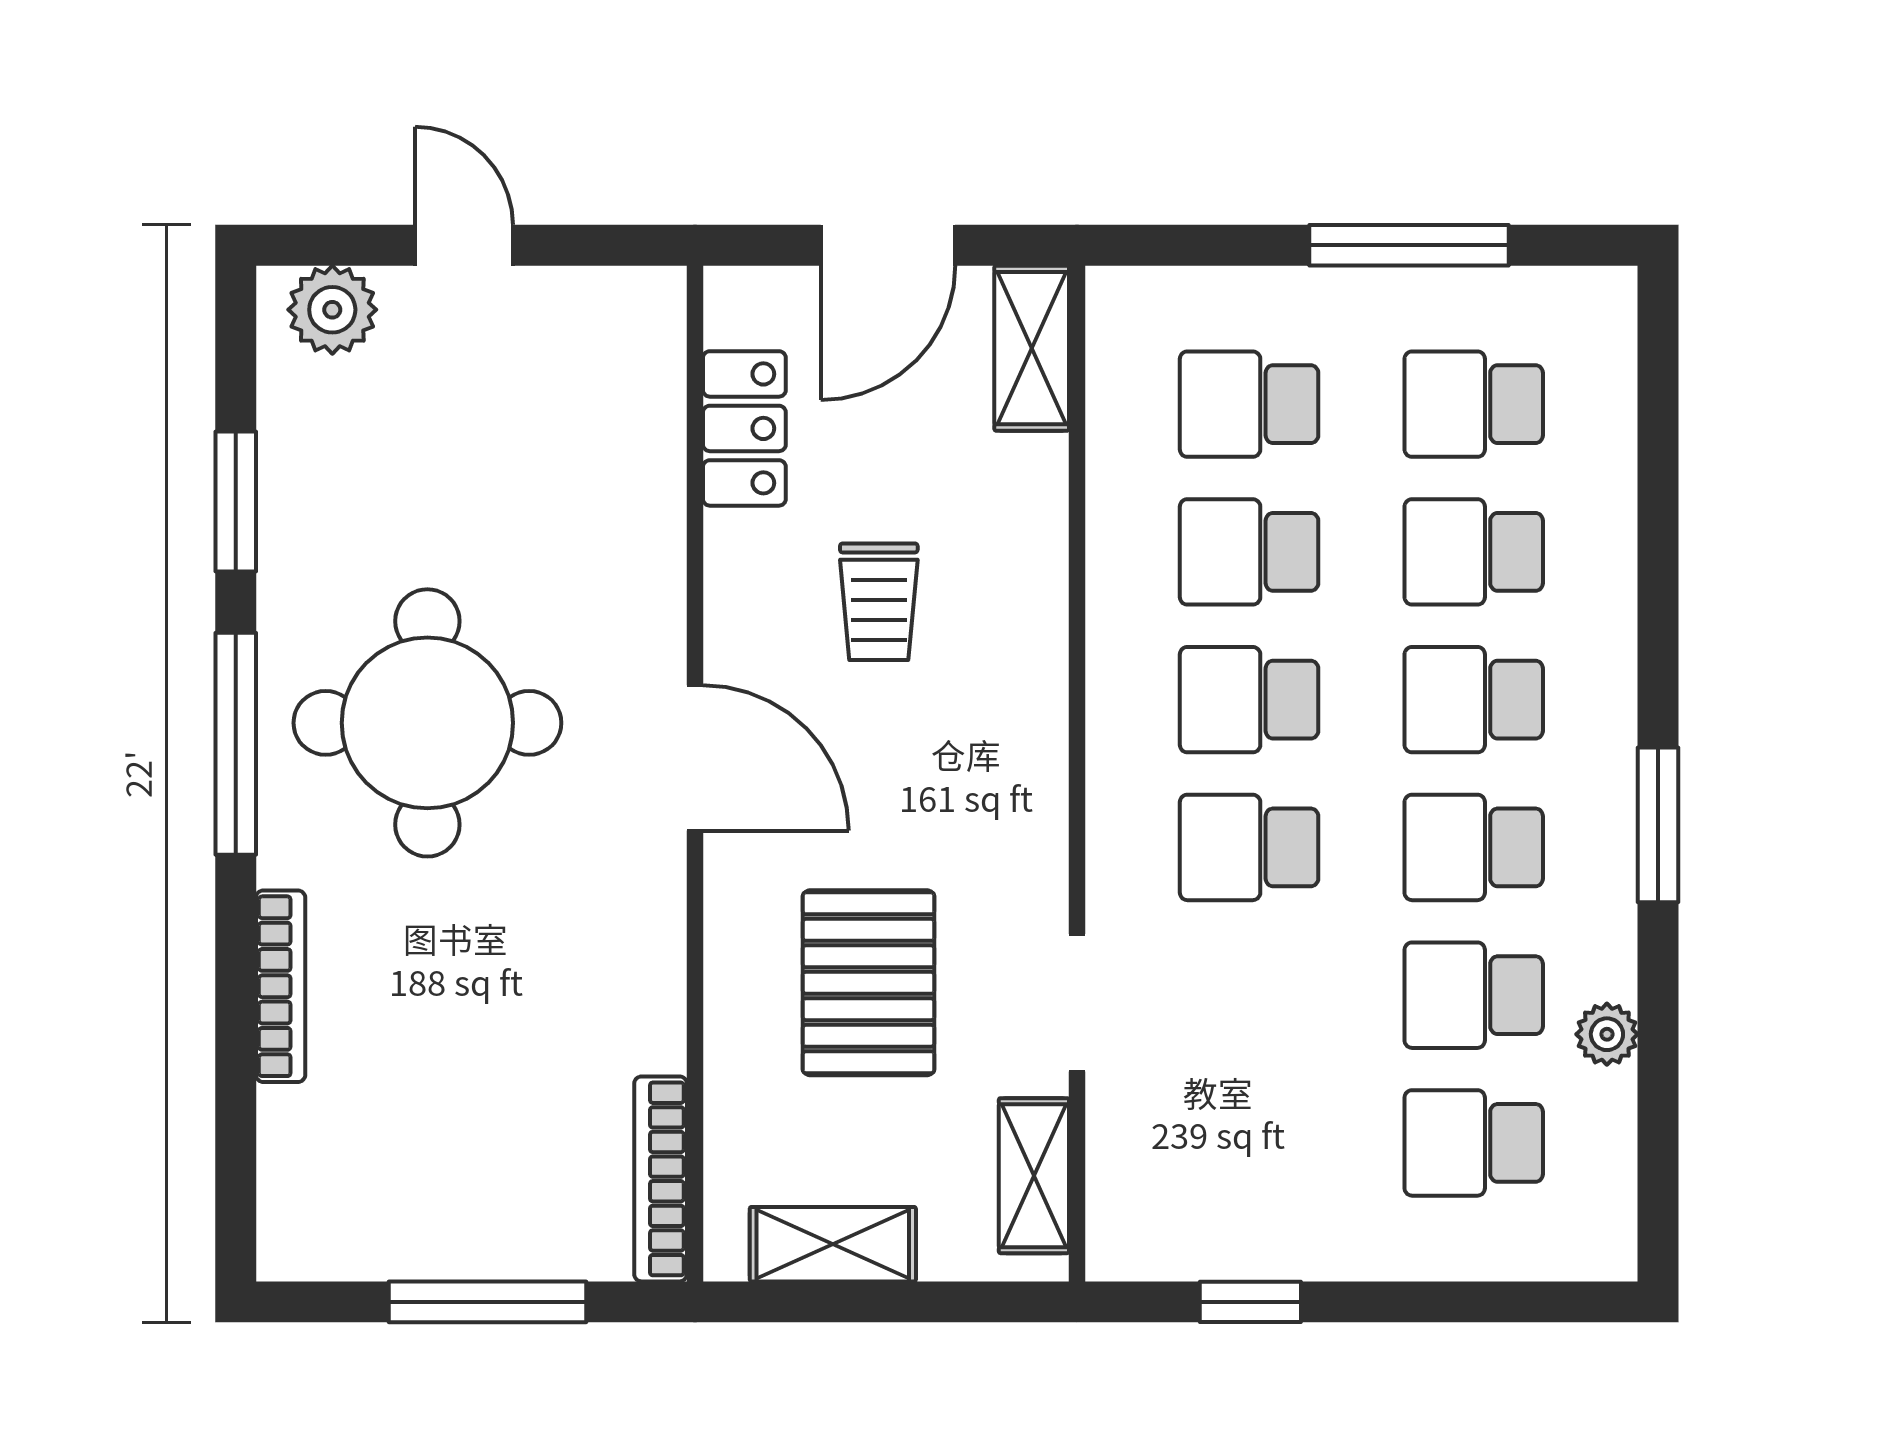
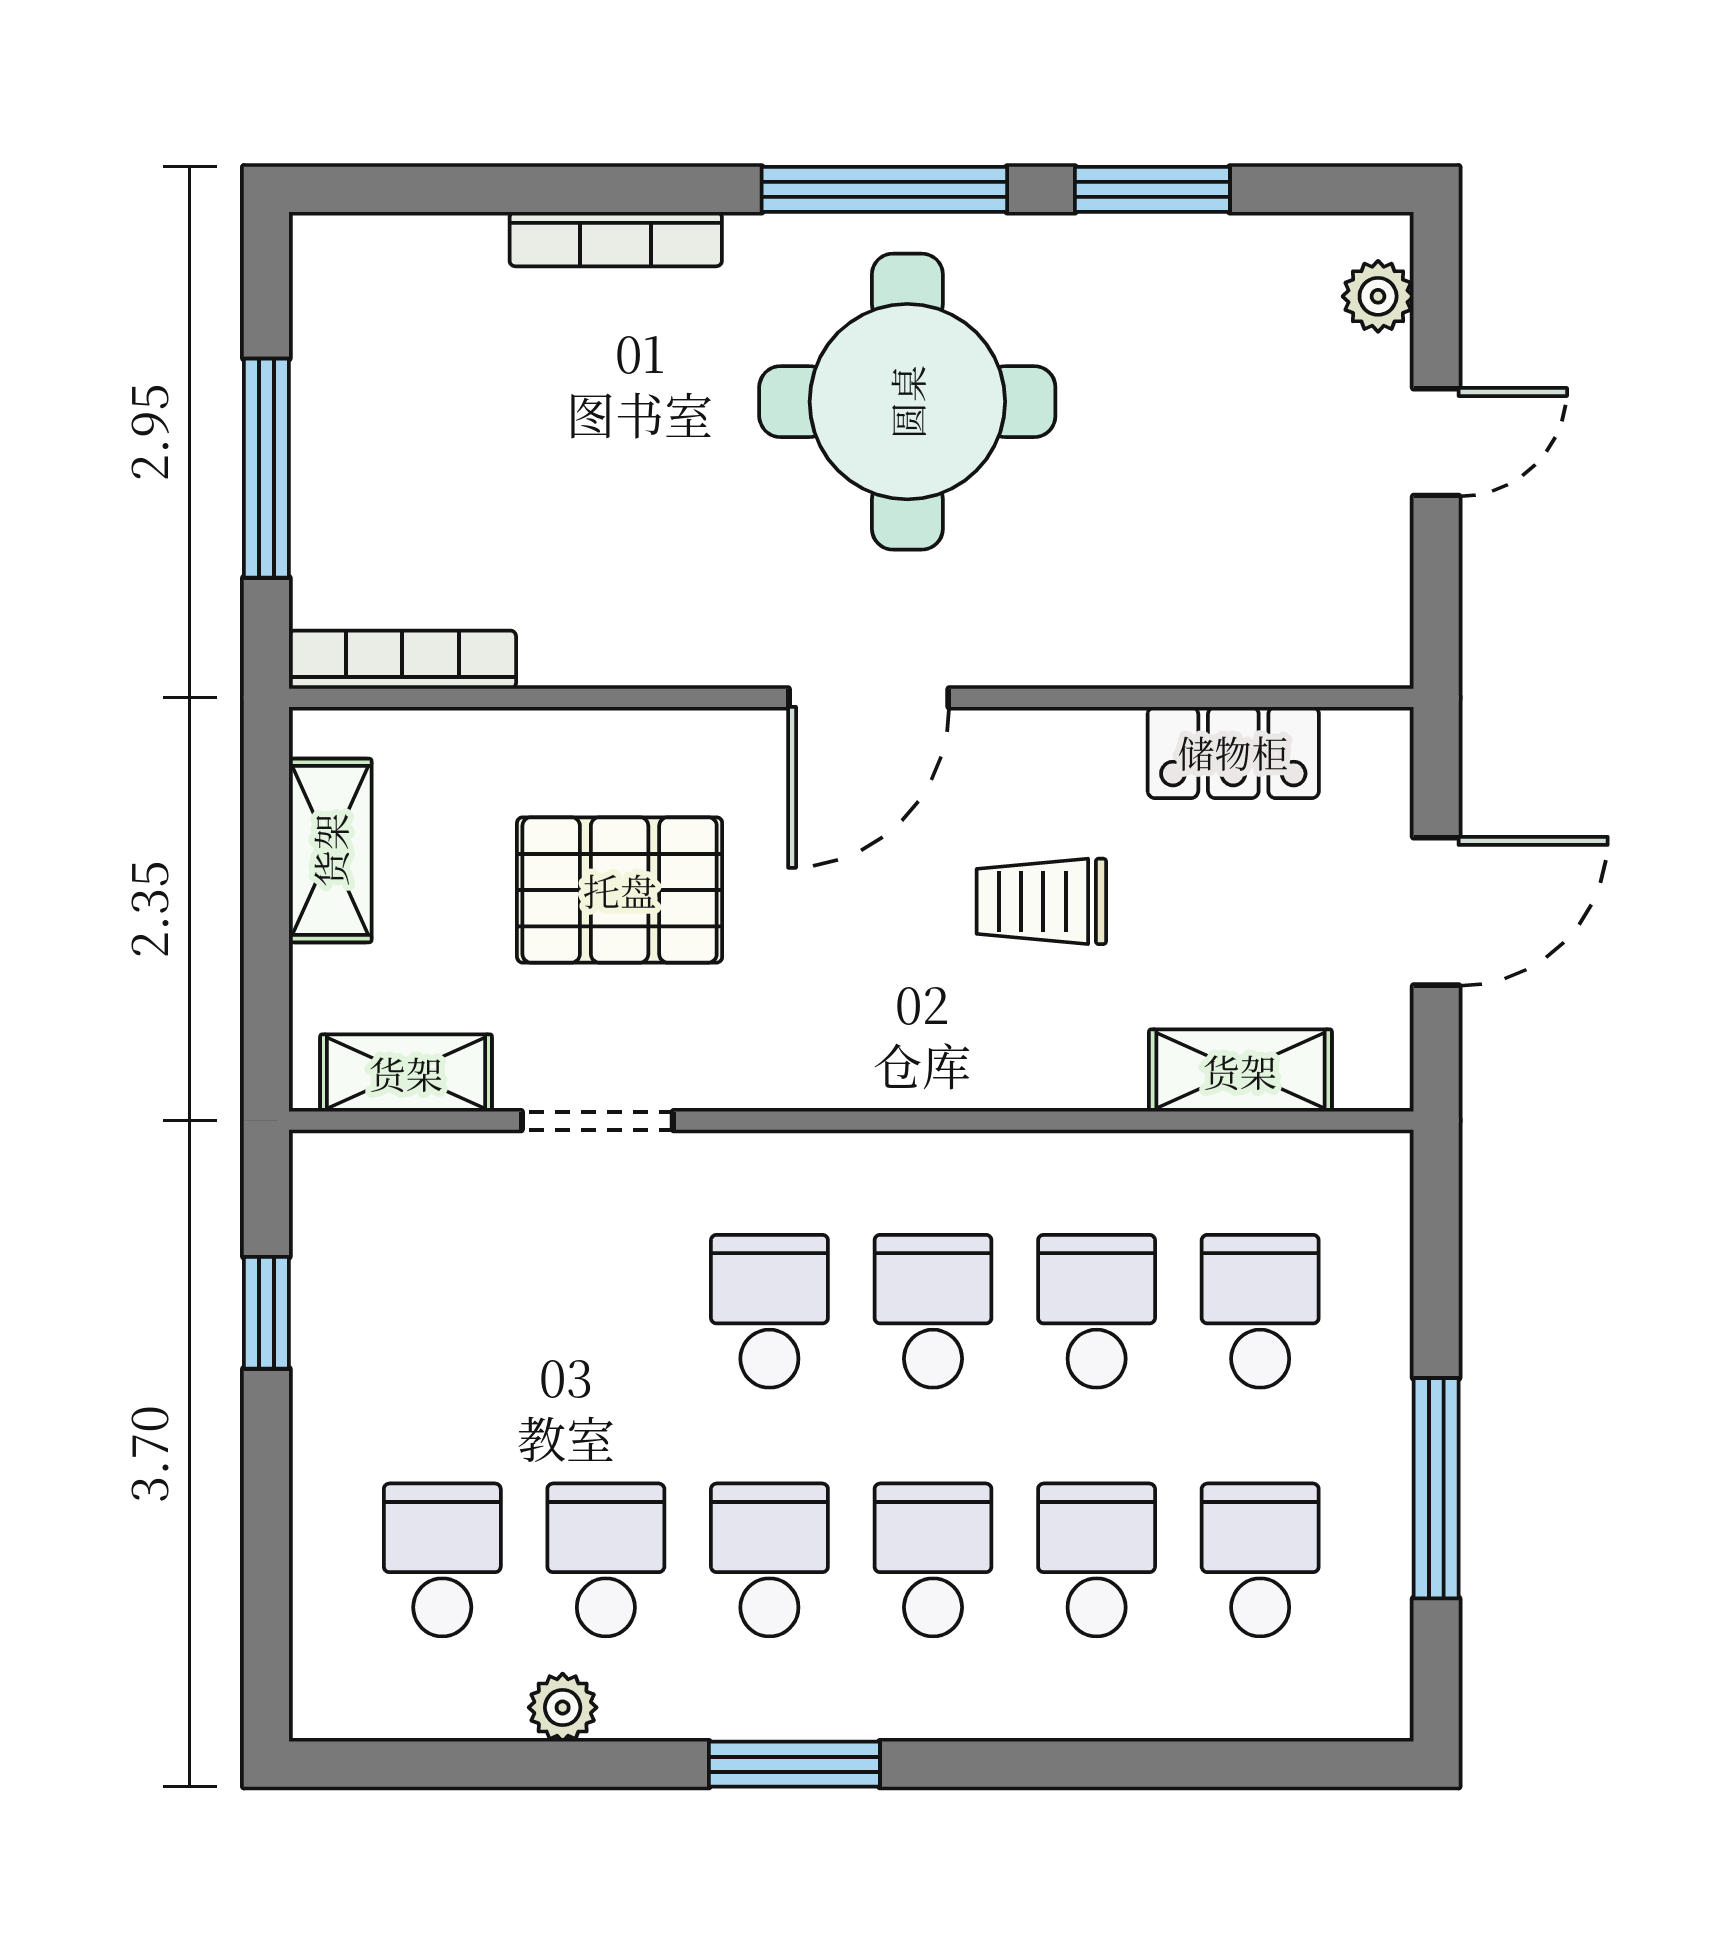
door: (888, 245) -> (1436, 911), swing flipped
plant: (332, 310) -> (1378, 296), width x0.73, depth x0.73
shelving: (1032, 348) -> (1240, 1071), moved

